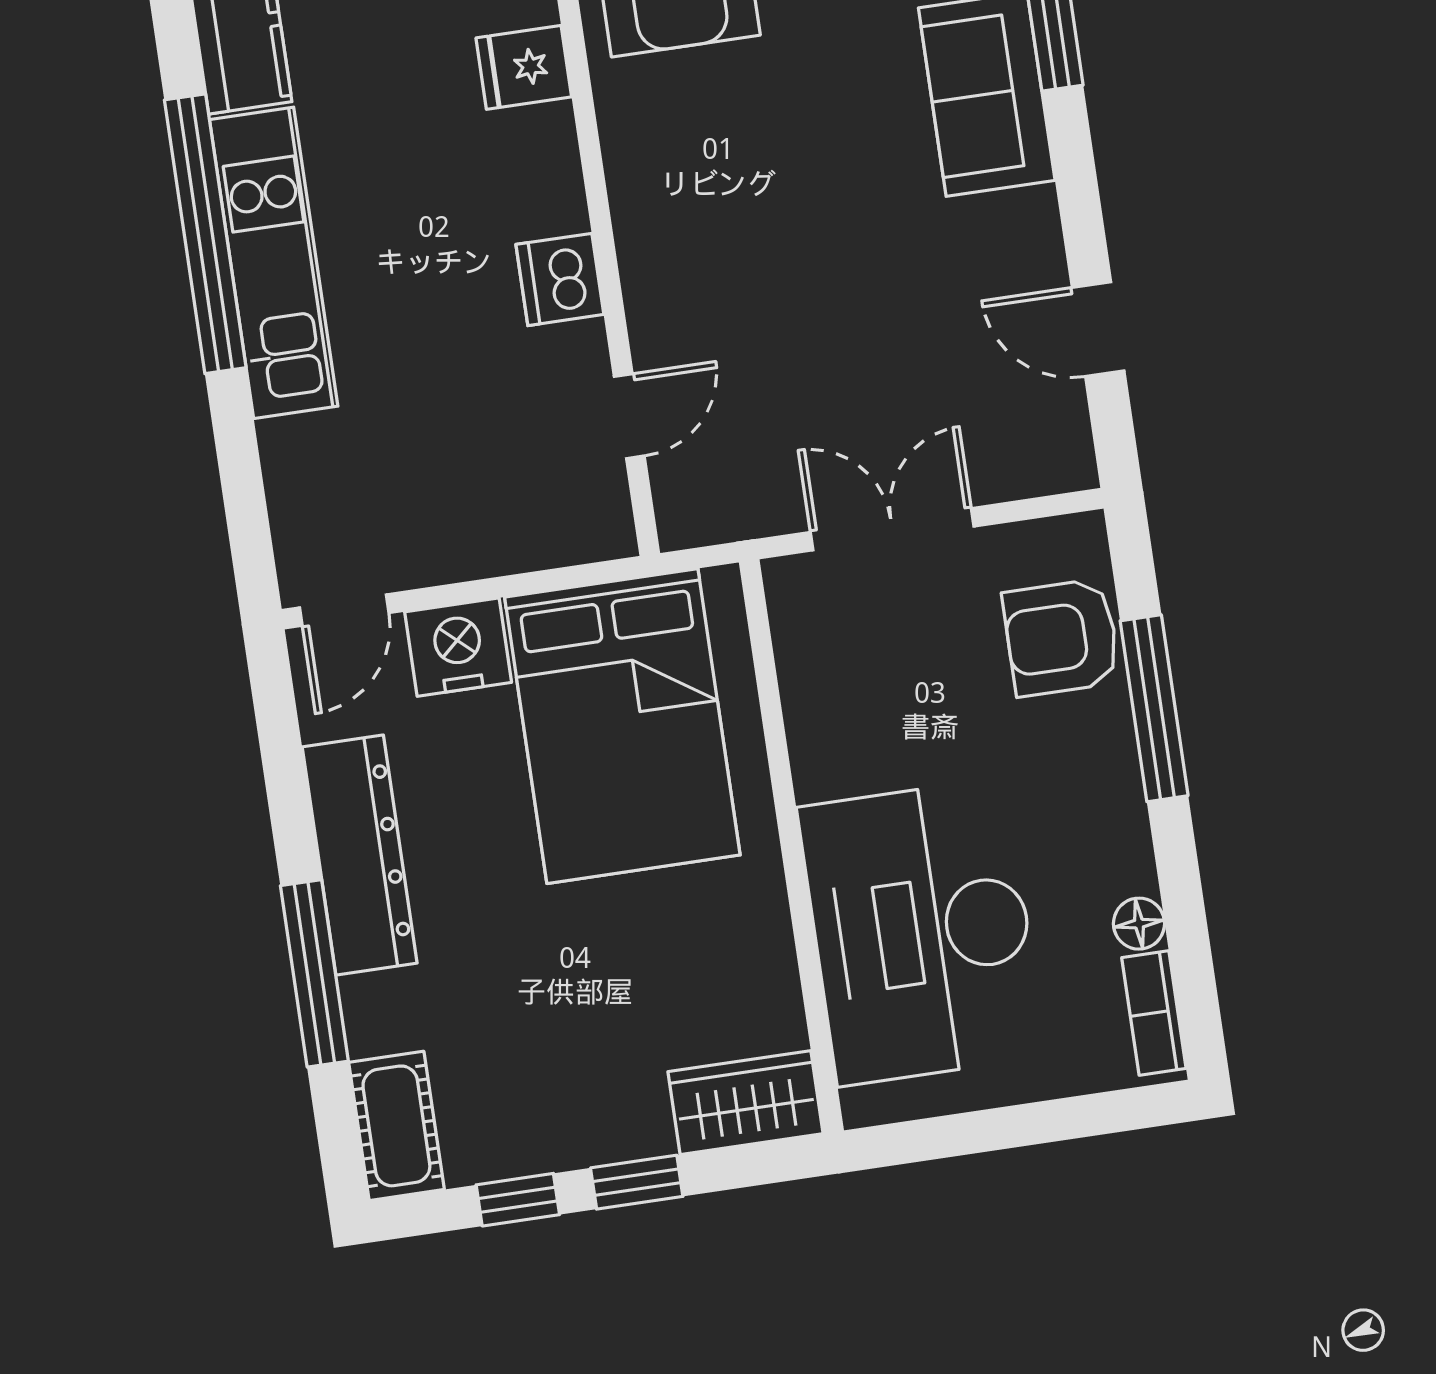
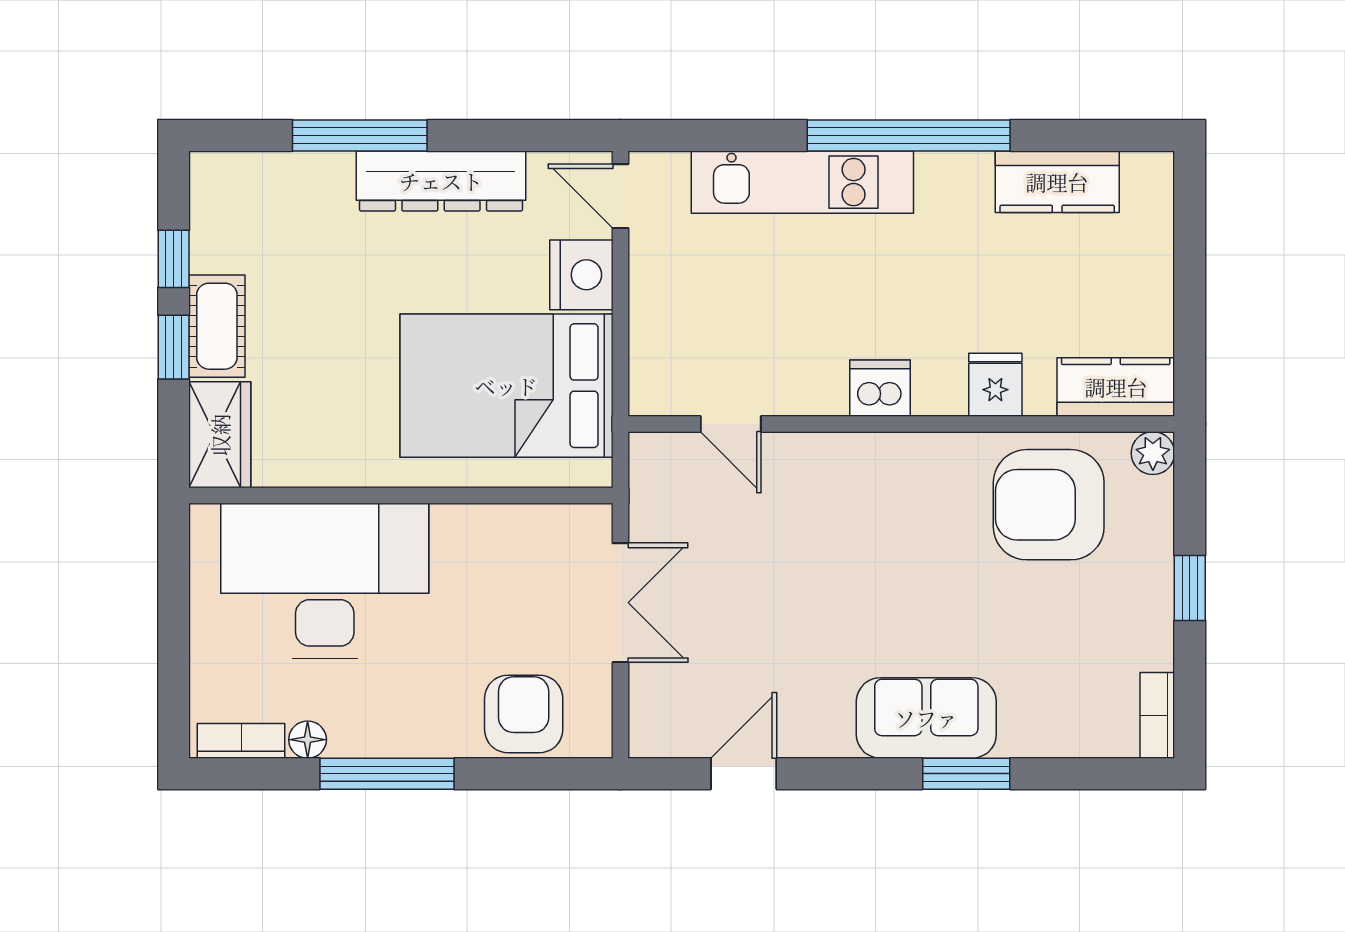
kitchen unit: (274, 263) -> (802, 182), moved
dishwasher: (560, 279) -> (880, 388), moved
window: (1154, 708) -> (387, 774), moved
cot: (396, 1126) -> (217, 326), moved, turned 90

